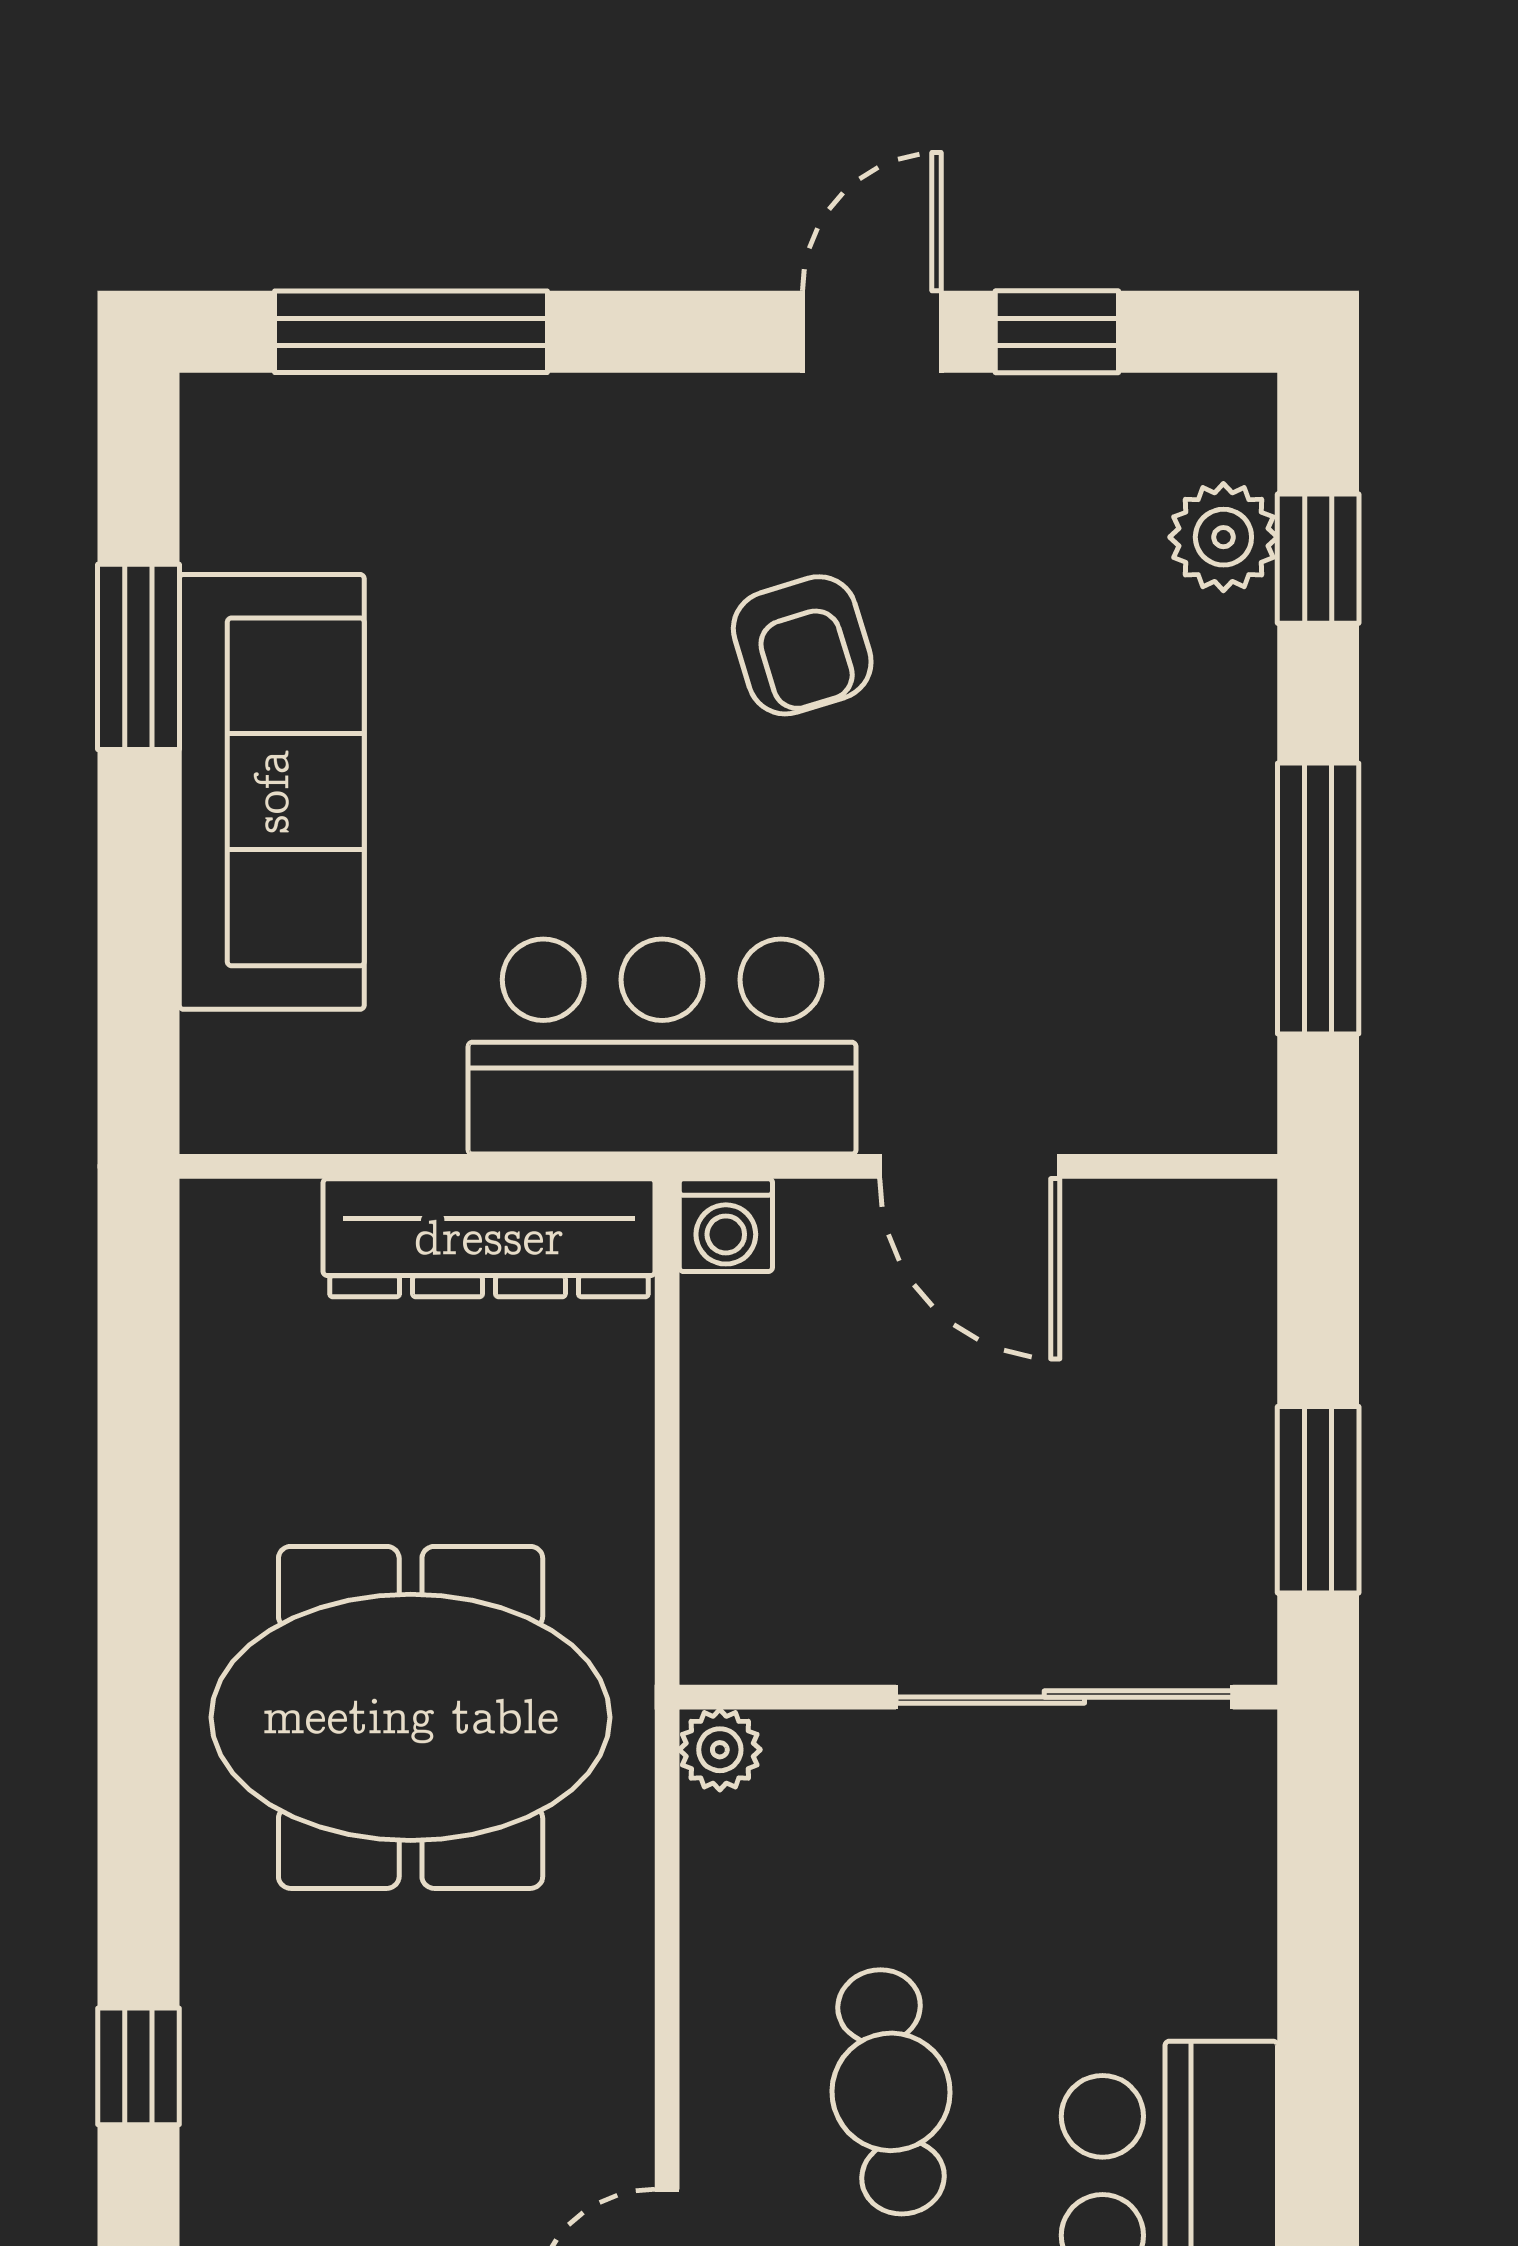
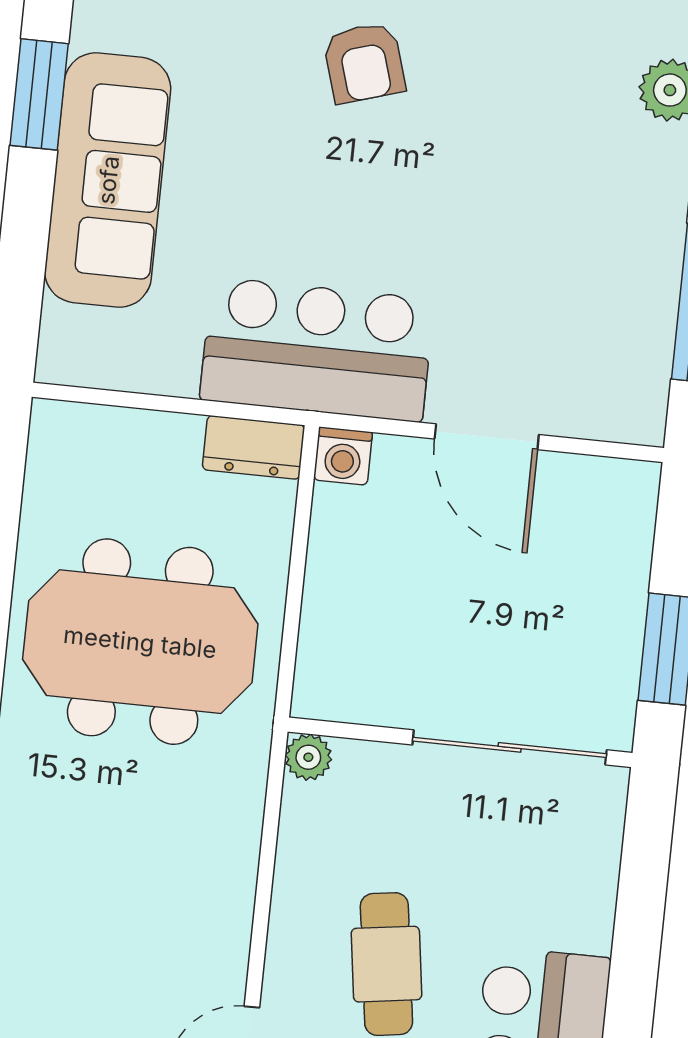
armchair: (802, 645) -> (364, 63), moved
dresser: (489, 1238) -> (254, 447), width x0.51, depth x0.80
meeting table: (411, 1717) -> (140, 642), moved

